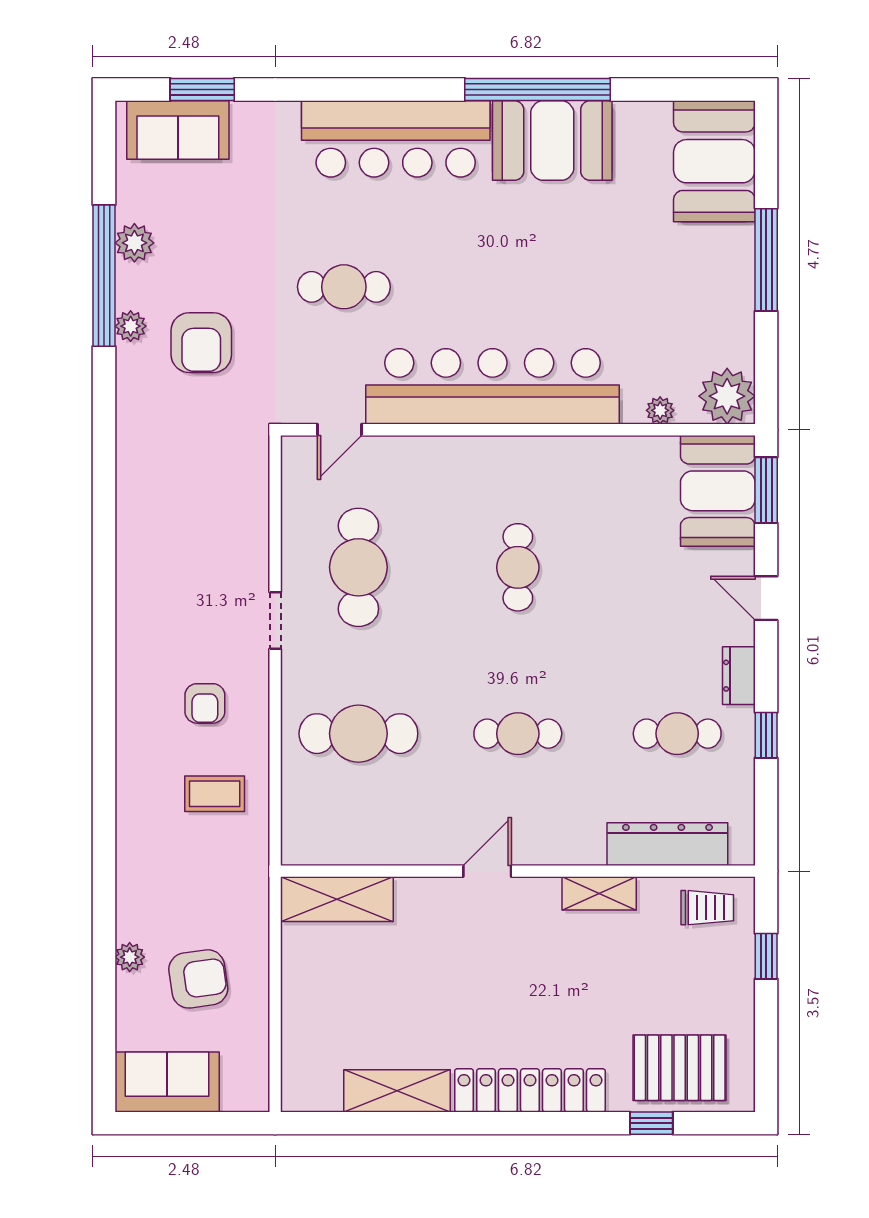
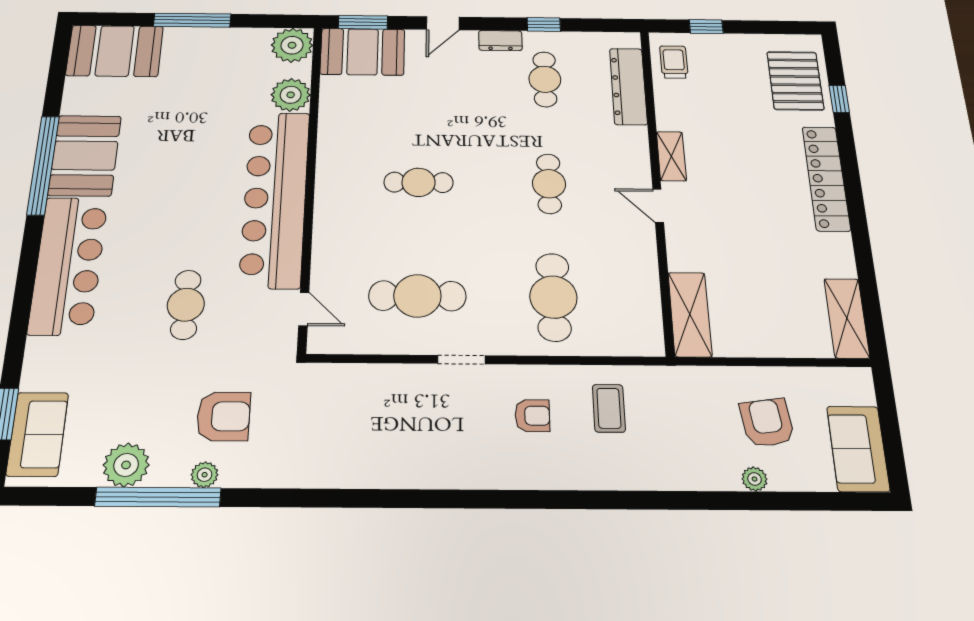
plant: (134, 243) -> (126, 465), width x1.36, depth x1.36
plant: (660, 410) -> (291, 95), width x1.88, depth x1.88
shelving: (599, 893) -> (671, 156), moved
shelving: (397, 1091) -> (847, 318), moved

